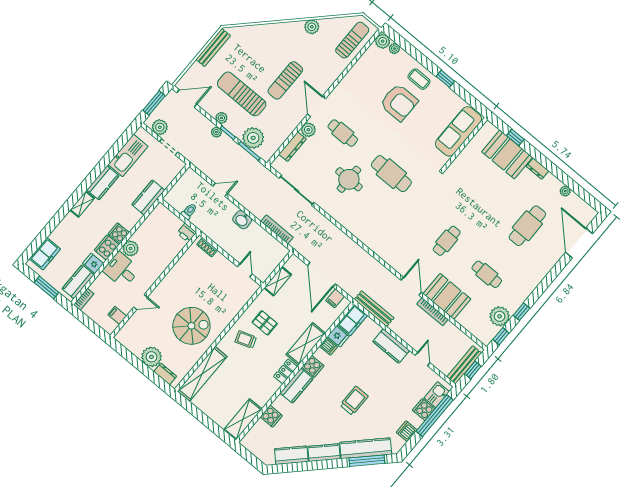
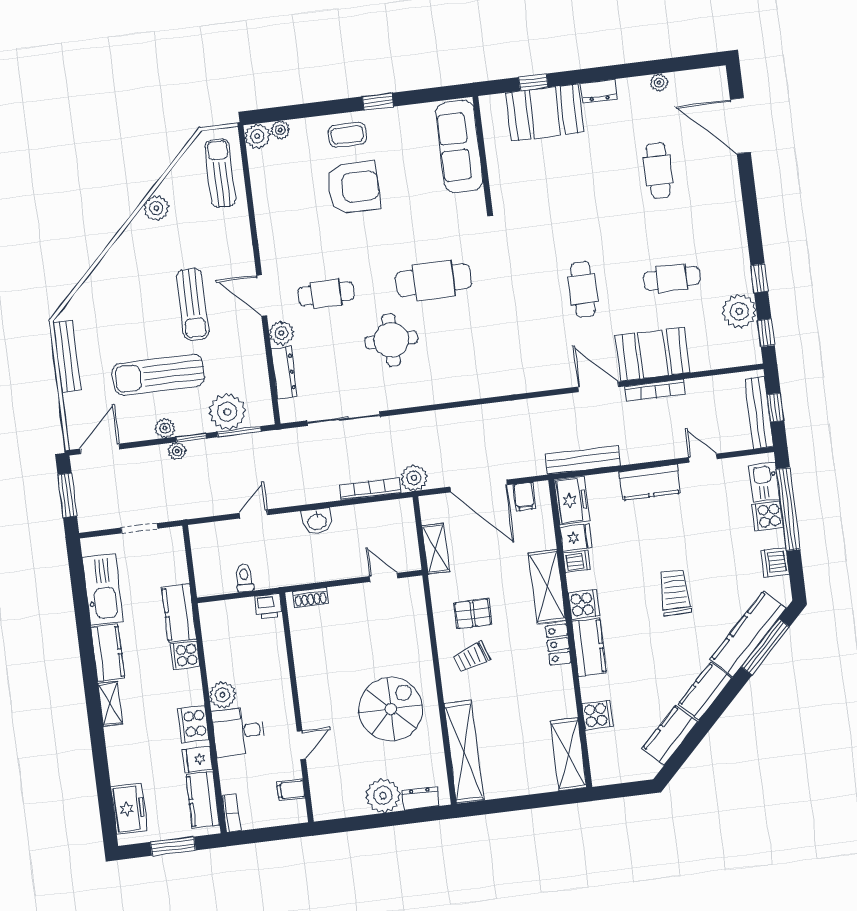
plant: (160, 127) -> (414, 478), moved
cafe table: (527, 226) -> (658, 170), width x0.73, depth x0.74
cooker: (119, 233) -> (185, 655), moved

